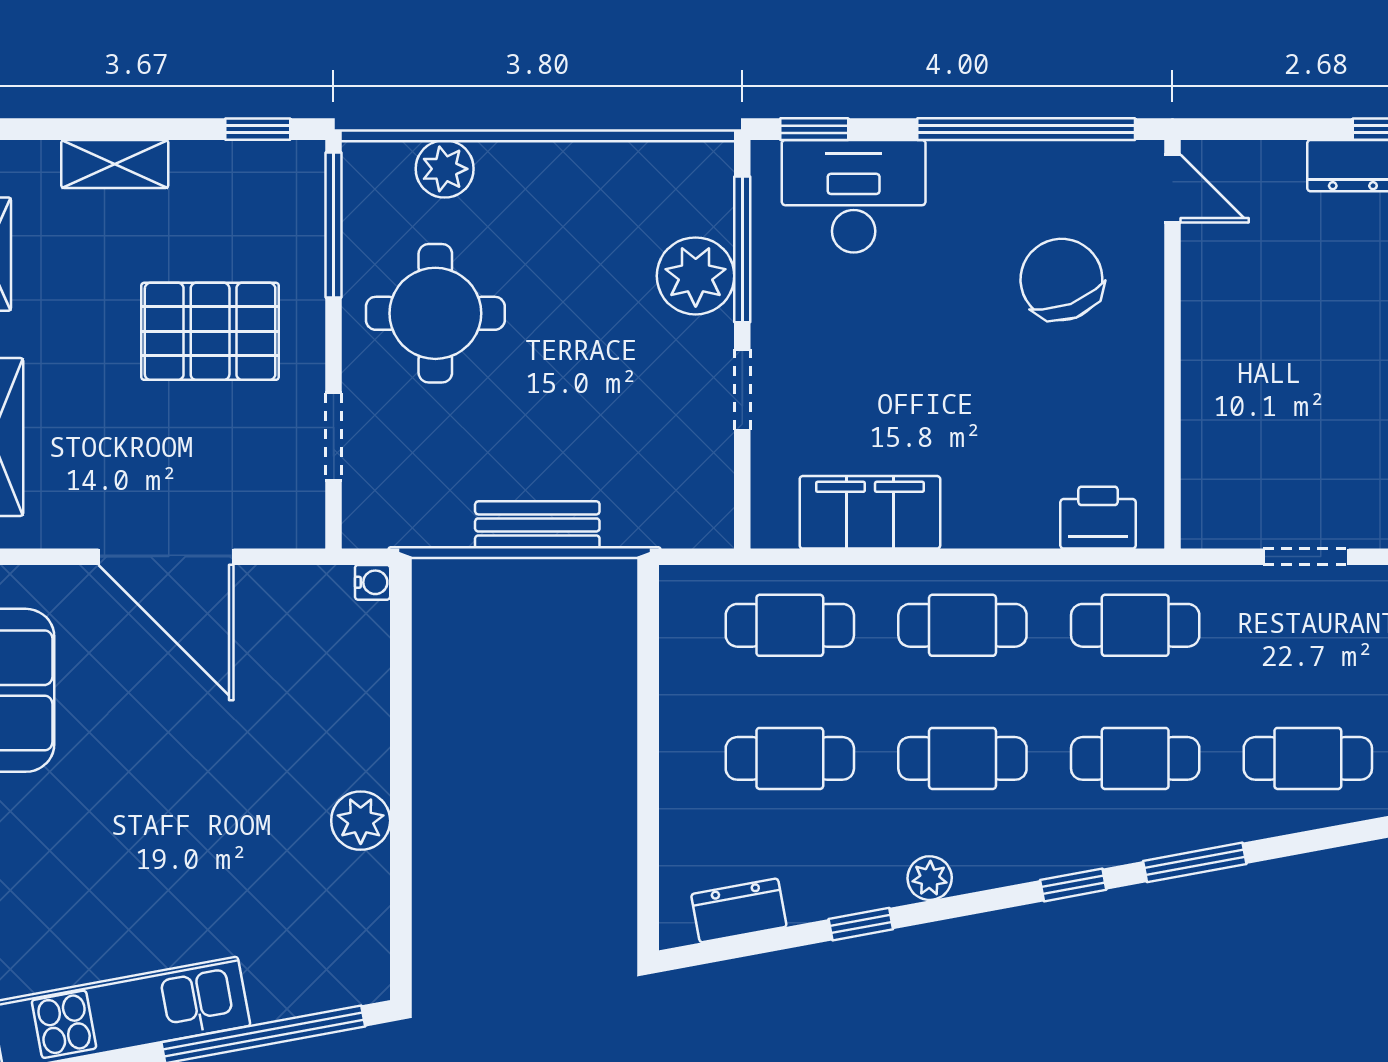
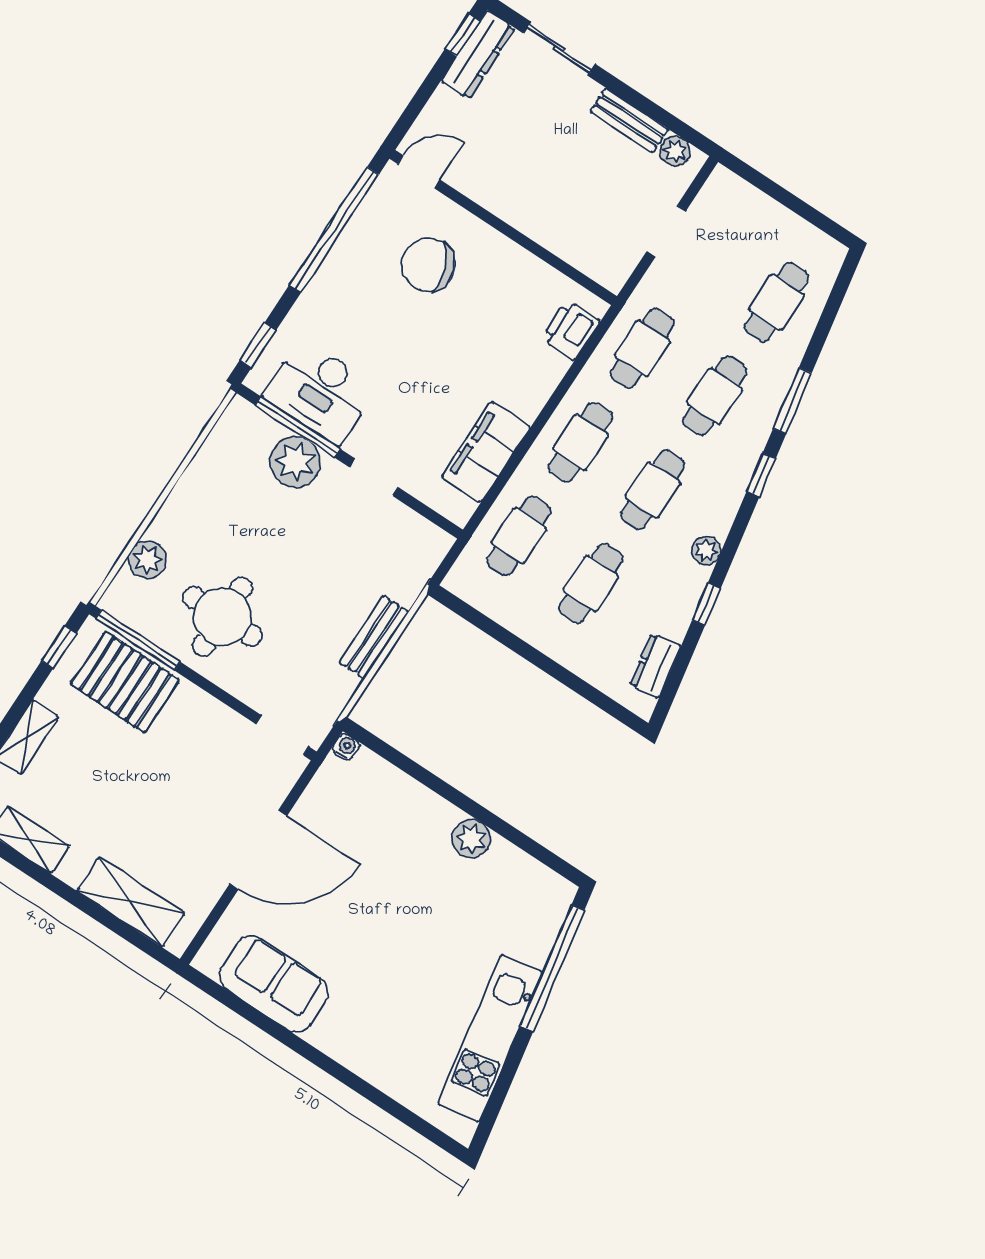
desk: (854, 196) -> (320, 392), moved, turned -90
pallet: (210, 331) -> (125, 682), moved, turned 90
doorway: (334, 437) -> (283, 735), moved

